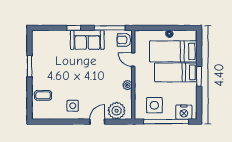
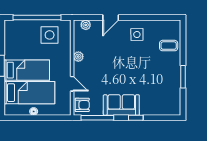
plant: (117, 111) -> (86, 25), width x0.53, depth x0.53
nightstand: (184, 112) -> (18, 28), removed

